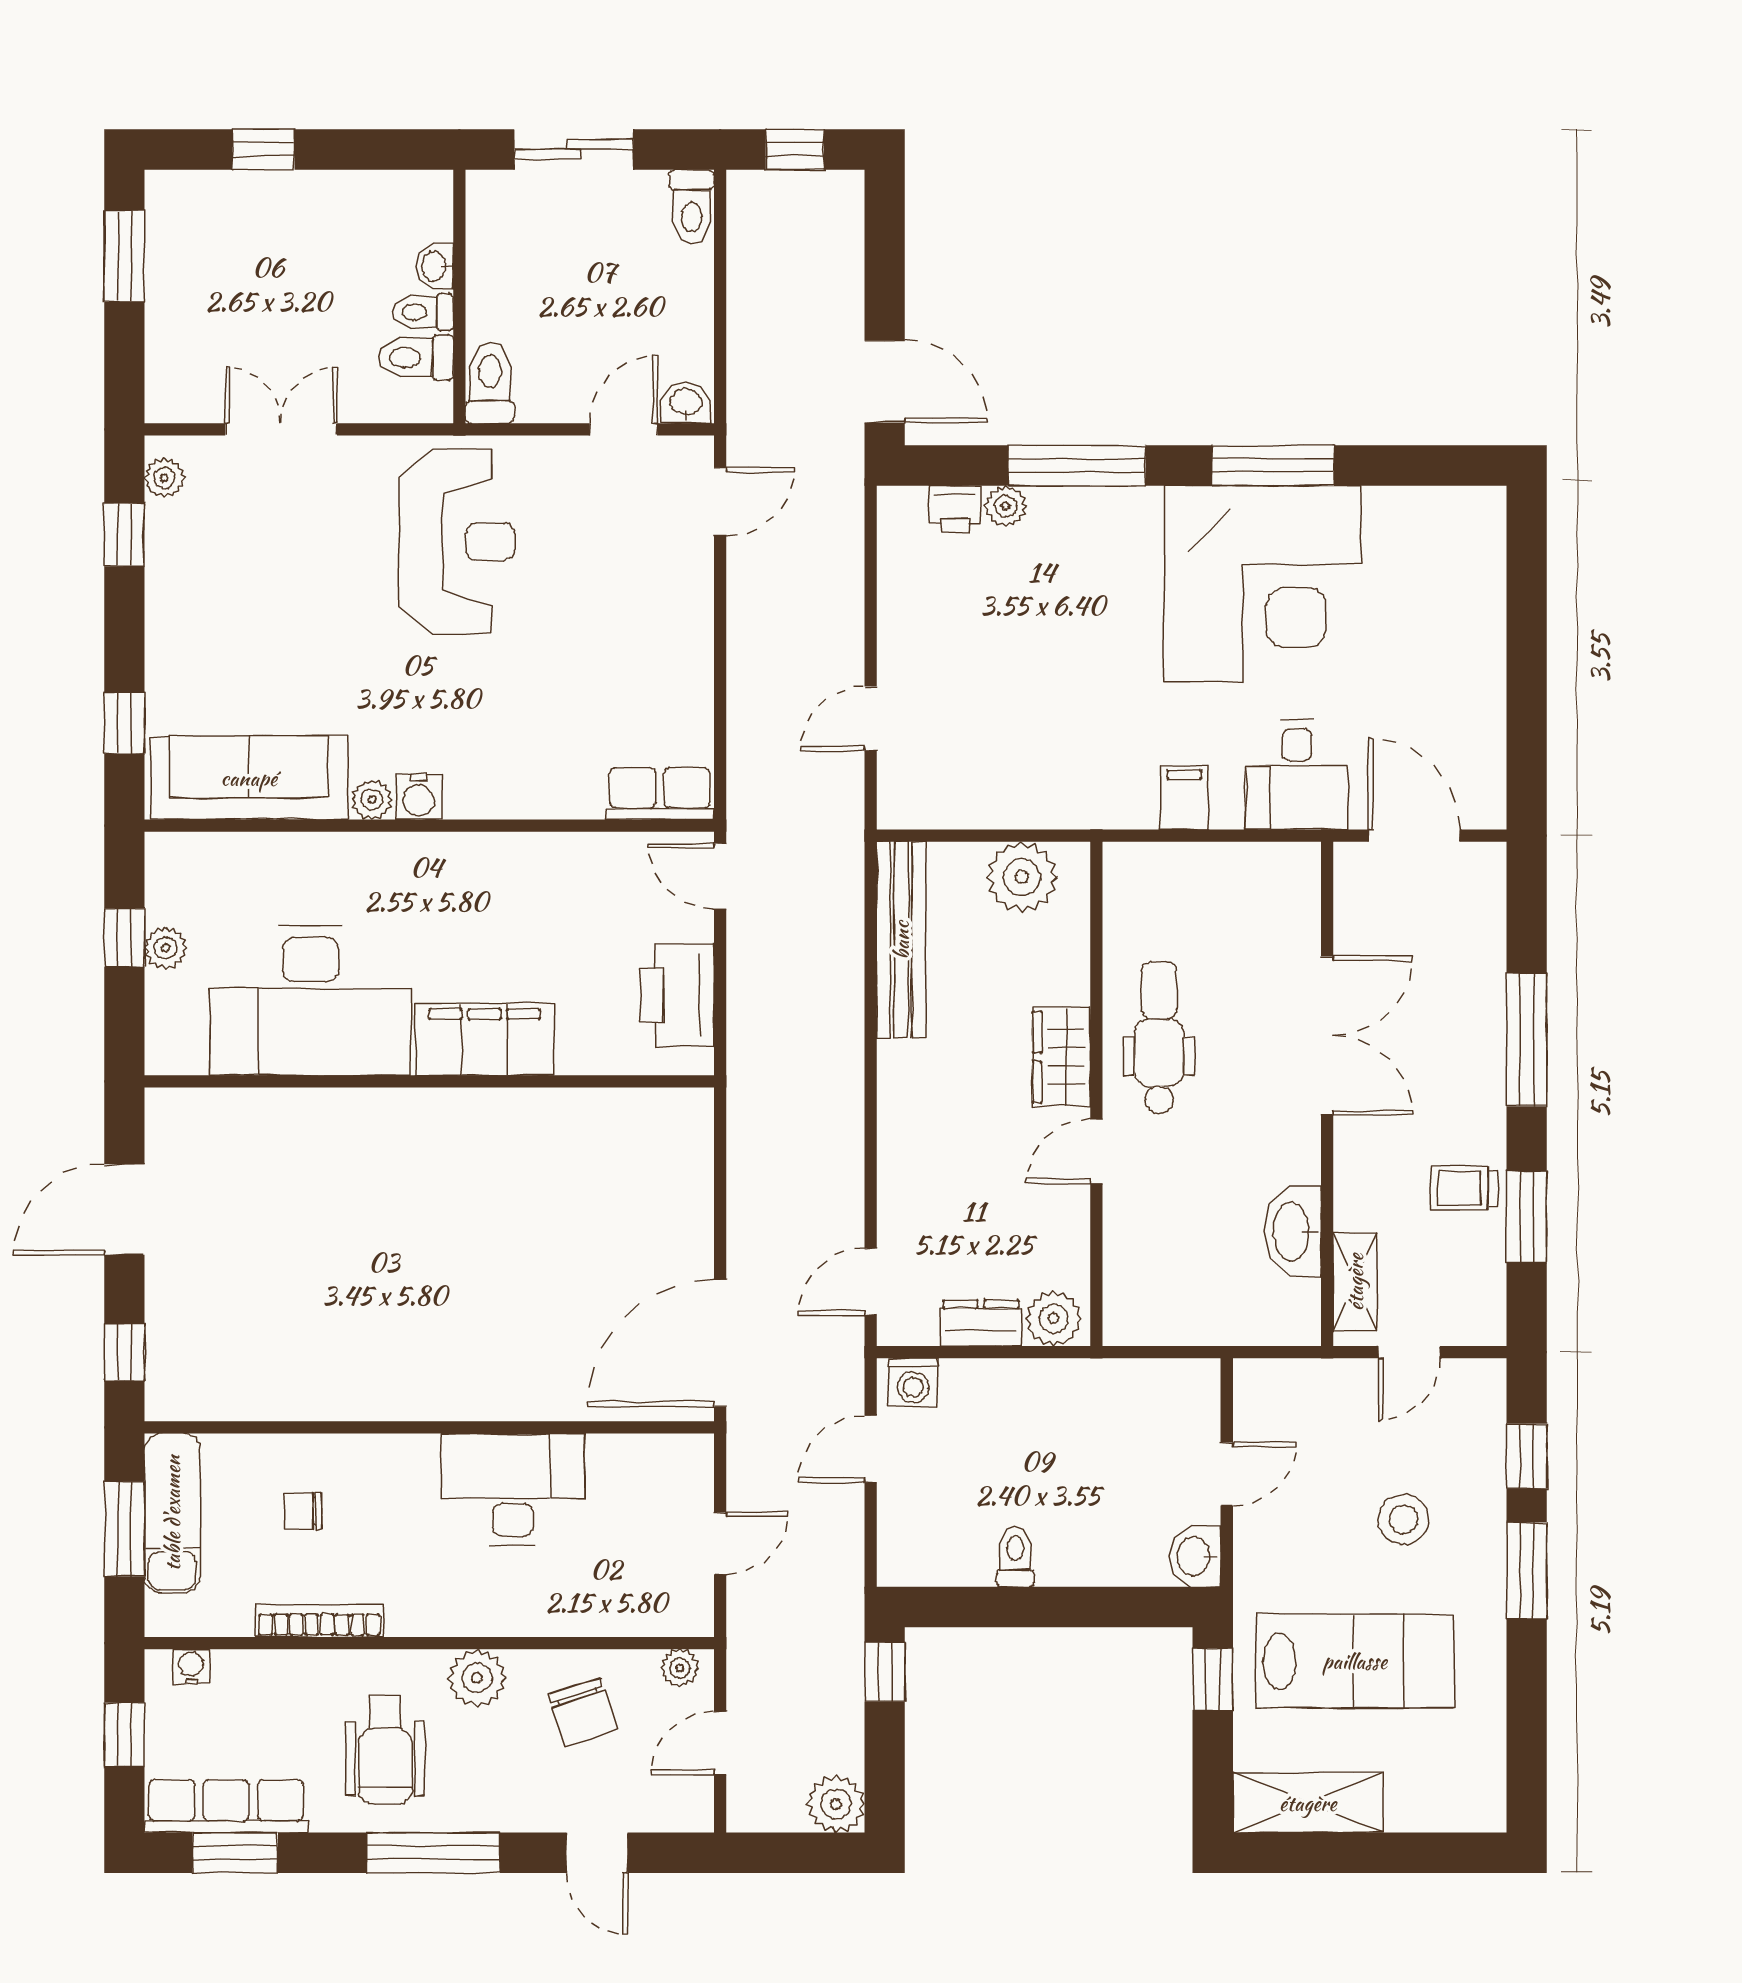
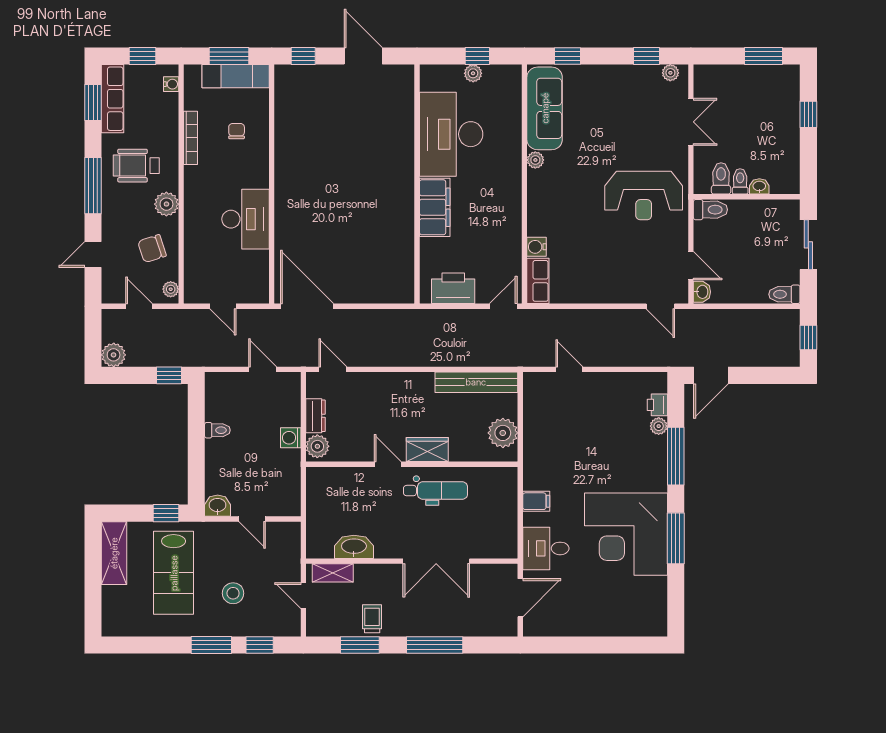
water cooler: (419, 797) -> (537, 247), moved
washing machine: (913, 1382) -> (291, 438), moved

